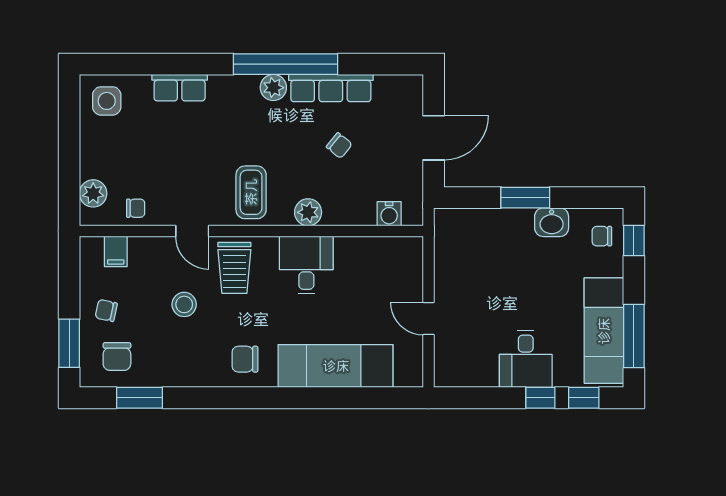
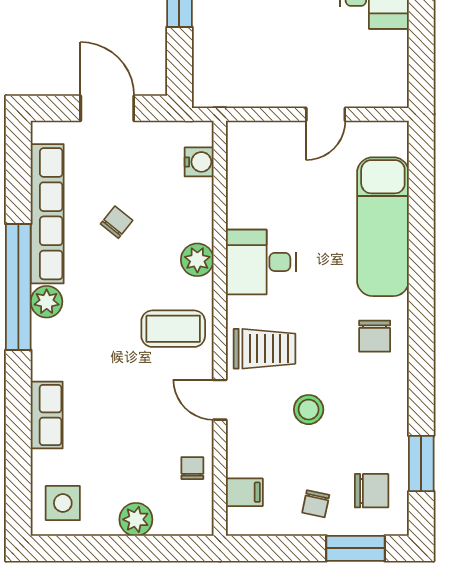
row of seats: (331, 88) -> (47, 214), width x1.36
plant: (93, 193) -> (136, 519), moved
door: (192, 231) -> (220, 400), swing flipped

